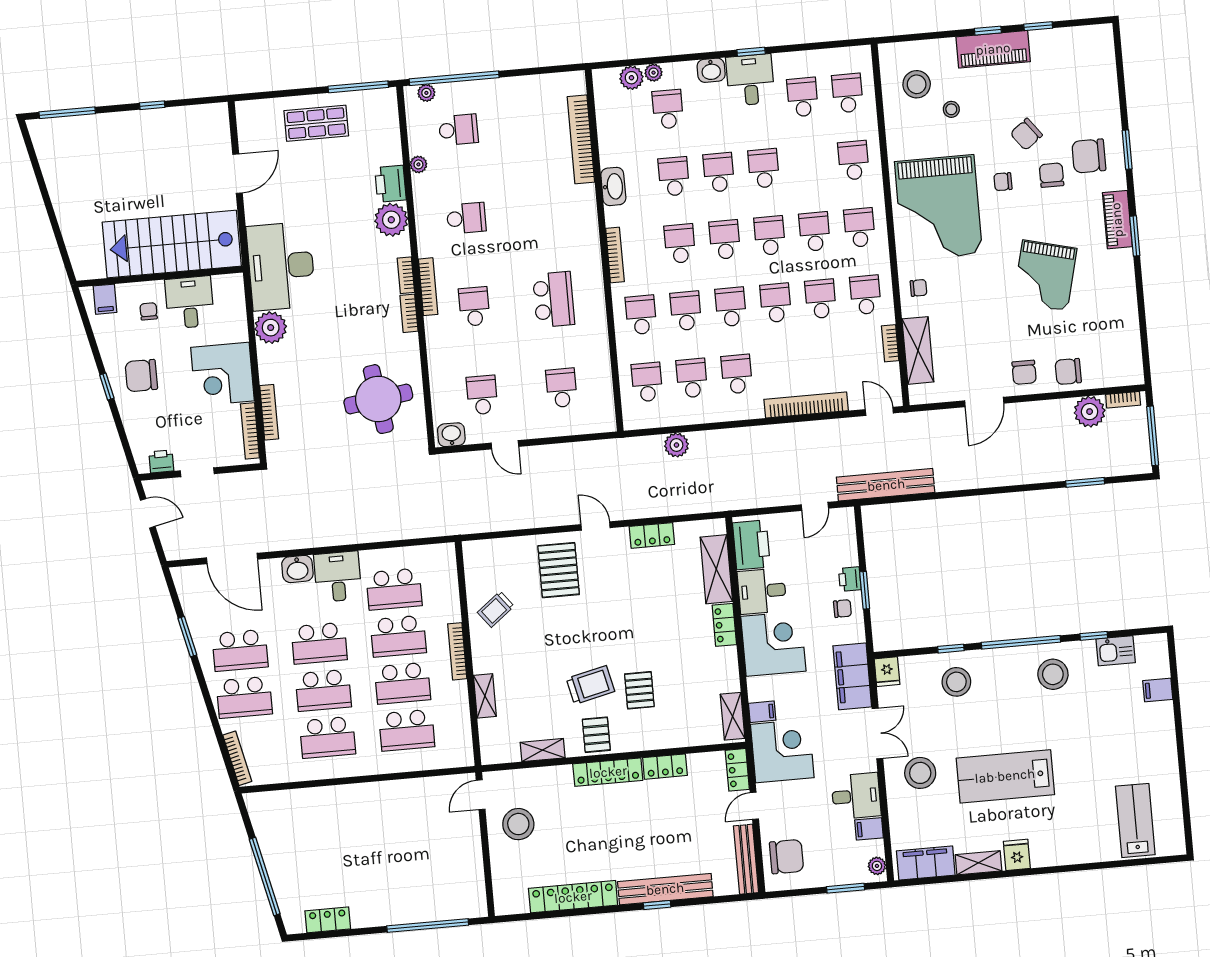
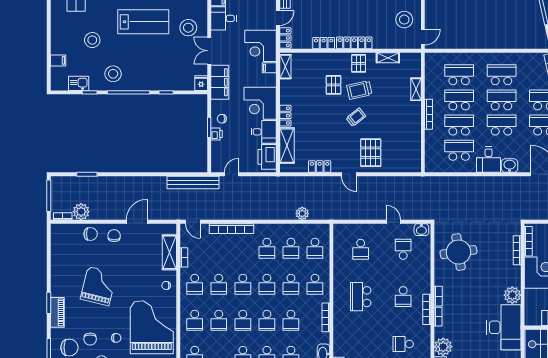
school desk: (482, 395) -> (403, 249), turned 180
trolley: (496, 609) -> (356, 117), moved
stool: (956, 682) -> (92, 40), moved

